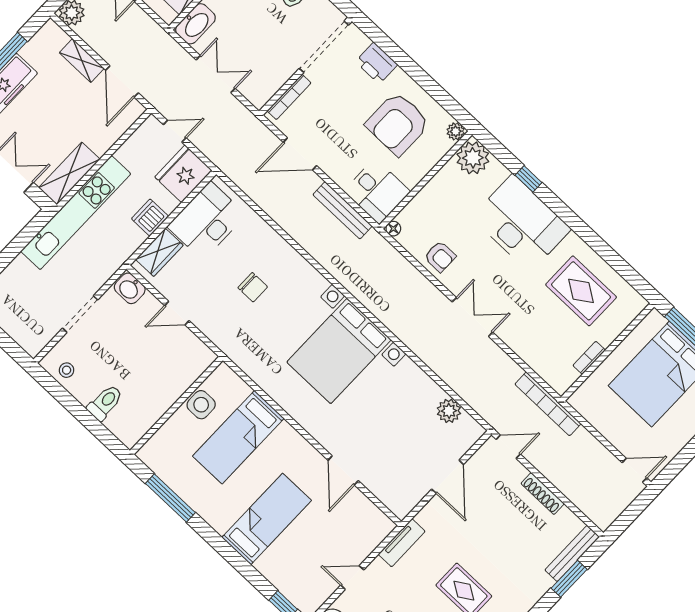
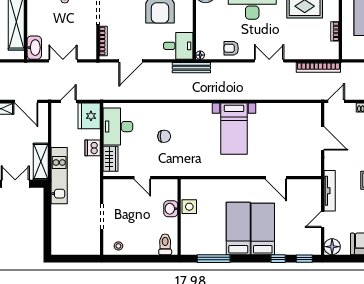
bench: (343, 210) -> (191, 68), moved
kitchen unit: (76, 213) -> (59, 176), width x0.73
armchair: (440, 257) -> (231, 48), turned 180
washbasin: (130, 288) -> (171, 209), moved, turned 90
door: (177, 313) -> (142, 178), hinge flipped
bed with nightstands: (339, 351) -> (234, 129), width x0.73
toilet: (105, 403) -> (165, 244), moved
bookcase: (548, 404) -> (318, 67), moved
plant: (449, 411) -> (297, 110), removed
bed: (238, 437) -> (238, 228), moved, turned 180
tv unit: (402, 543) -> (330, 191), width x1.41
window: (251, 574) -> (278, 259), added

